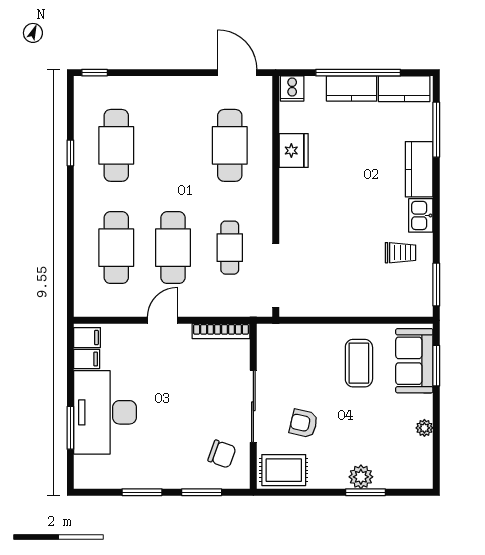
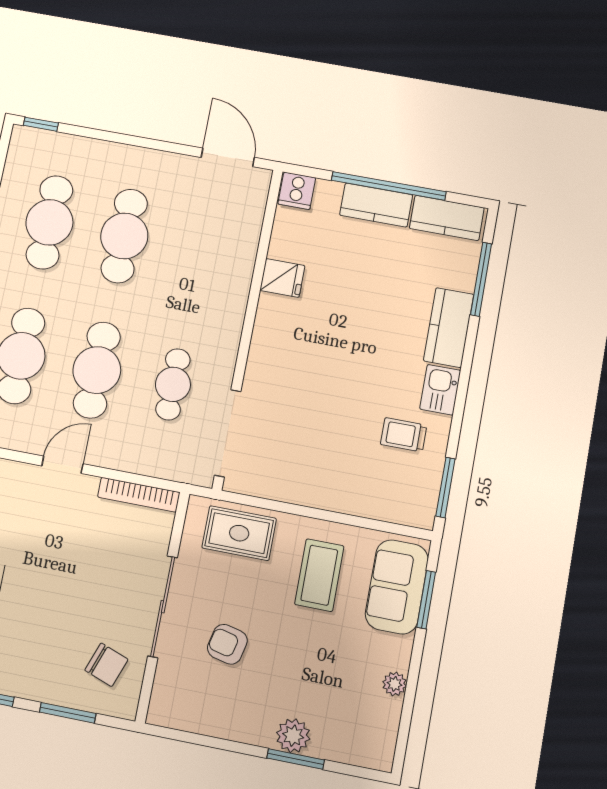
cafe table: (230, 145) -> (124, 236), moved
fridge: (294, 151) -> (282, 278), width x0.72
trolley: (401, 253) -> (404, 435), turned 180
rug: (284, 470) -> (239, 533), moved

